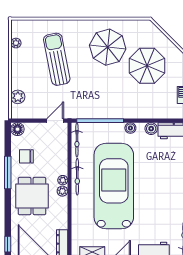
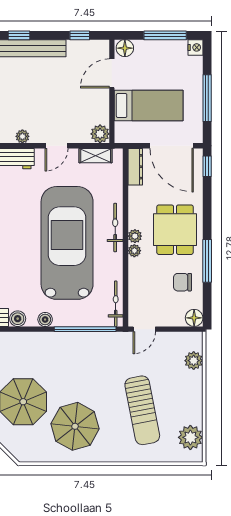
plant: (16, 43) -> (190, 437), width x1.87, depth x1.87
chair: (26, 156) -> (183, 282), turned 180
bicycle: (77, 177) -> (115, 228), moved
car: (114, 186) -> (67, 243), turned 180

